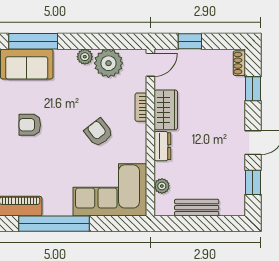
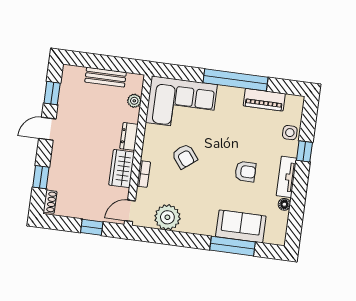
plant: (85, 57) -> (188, 226), removed

